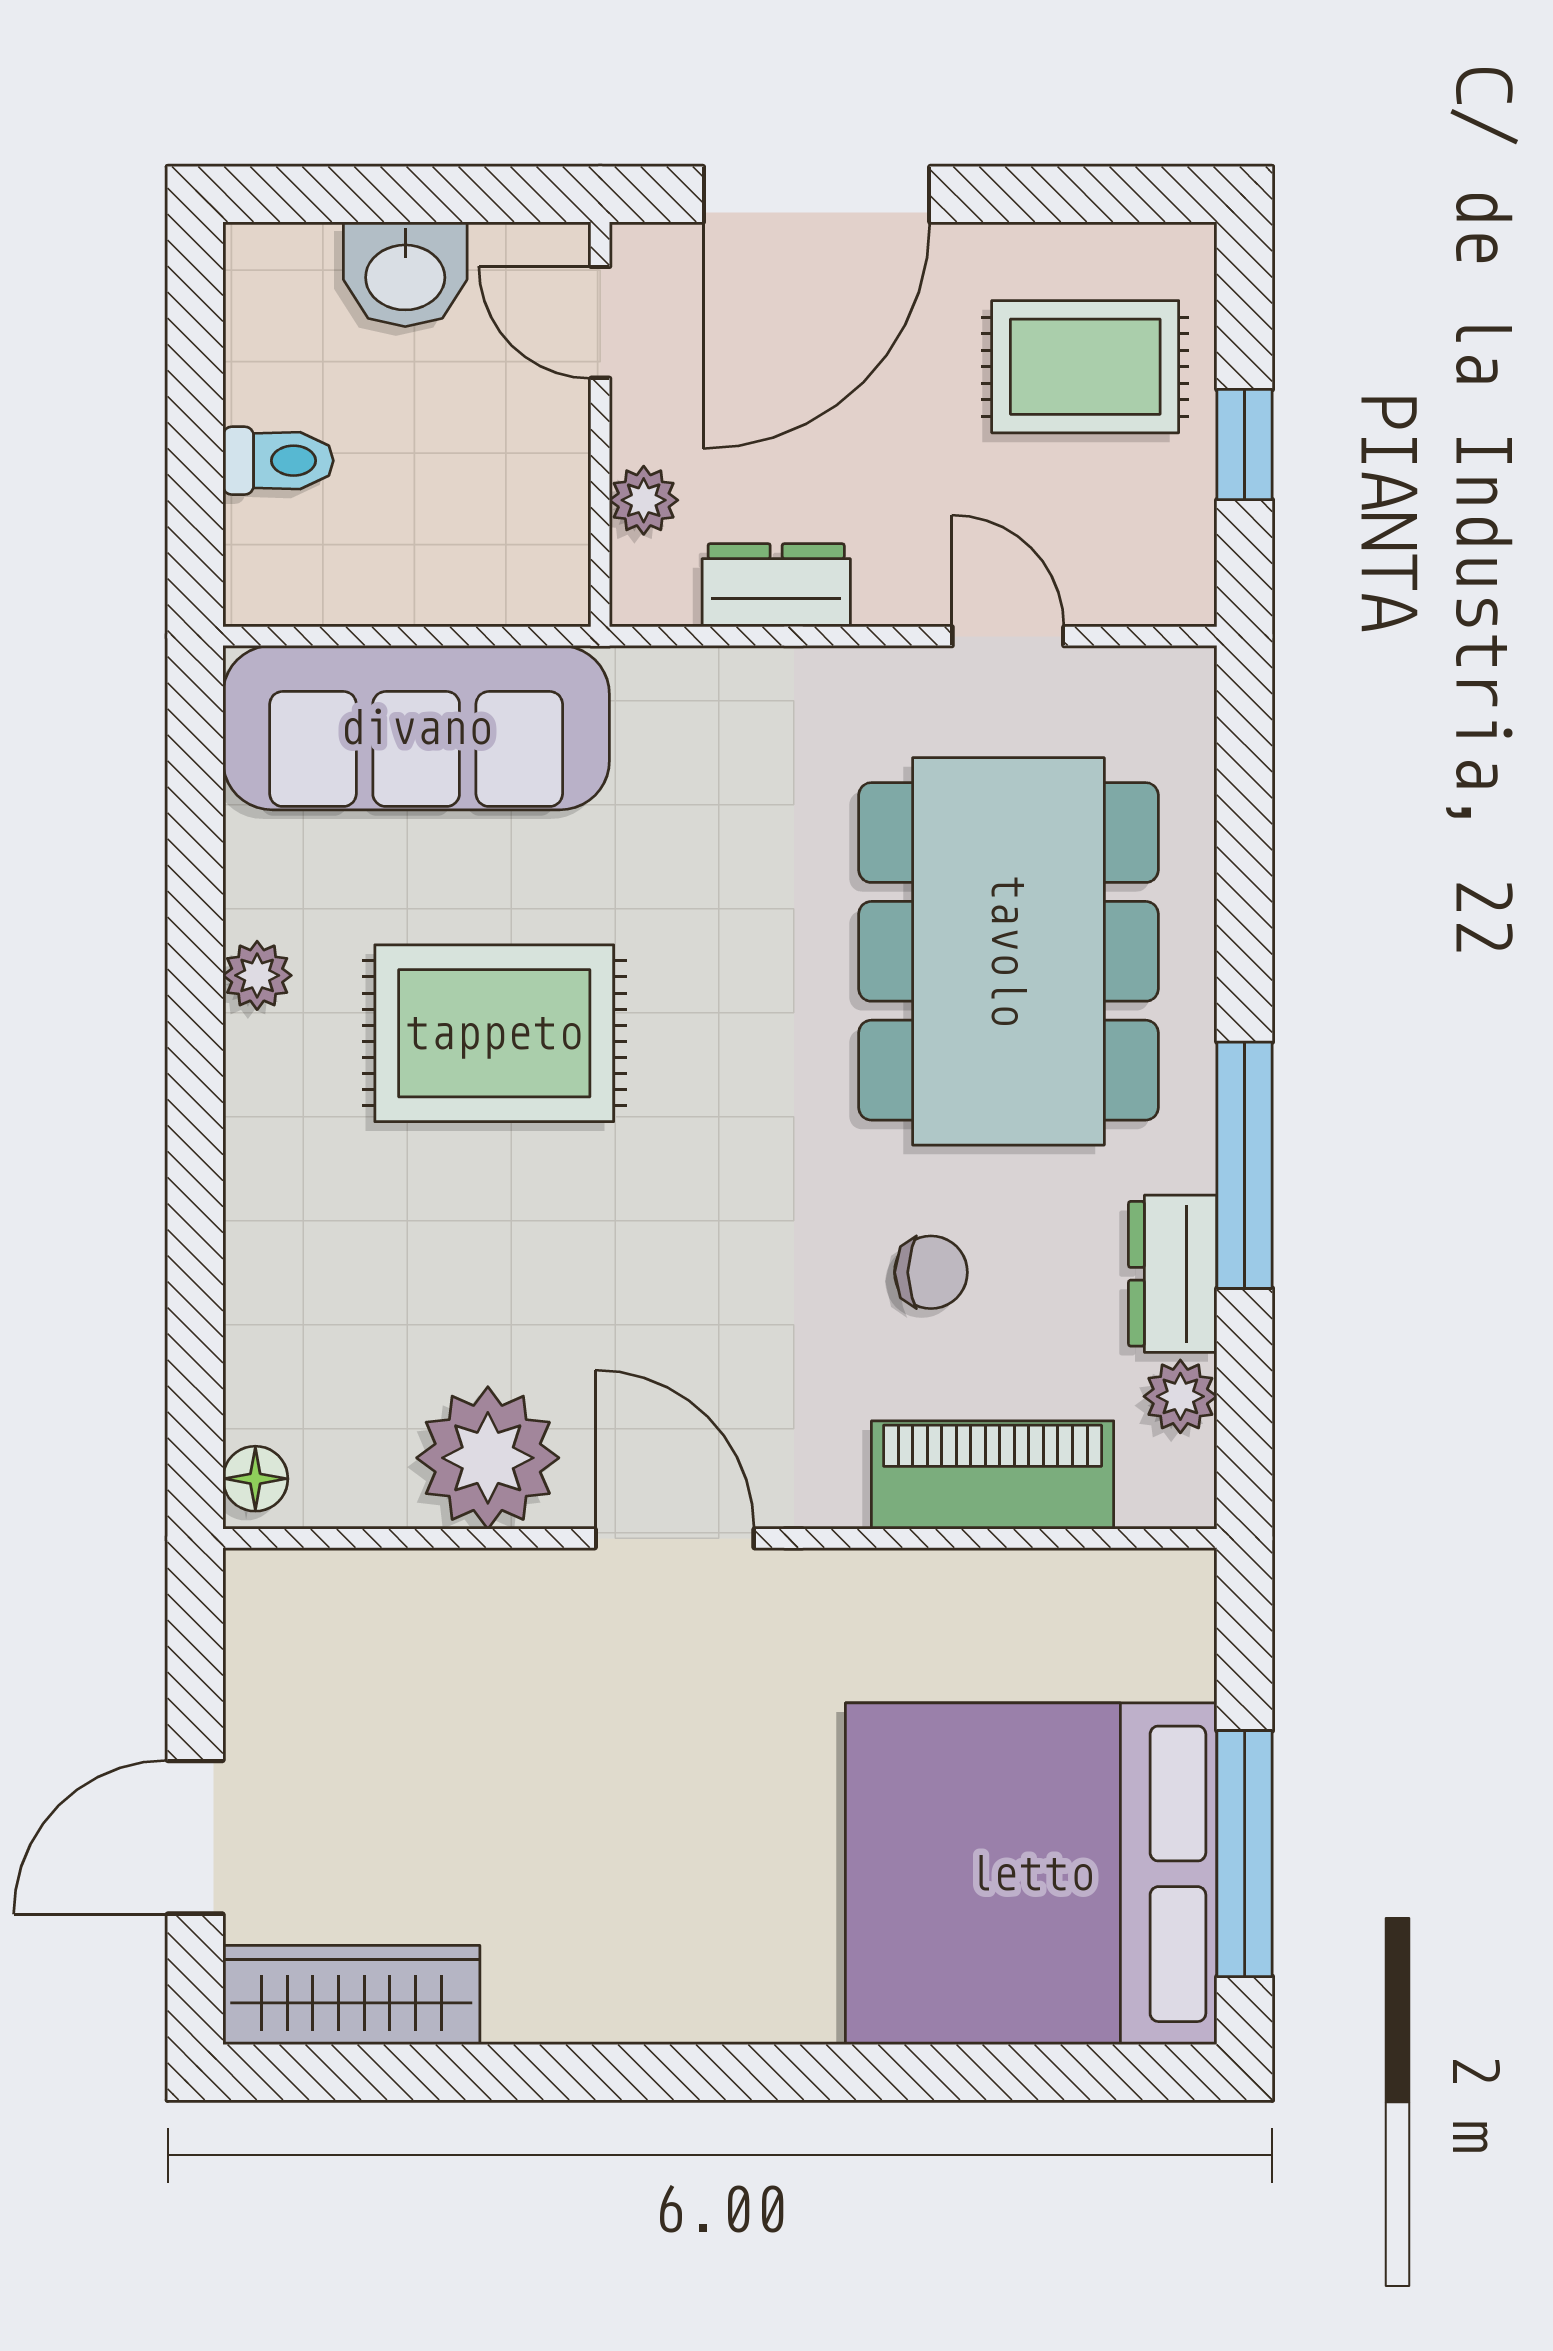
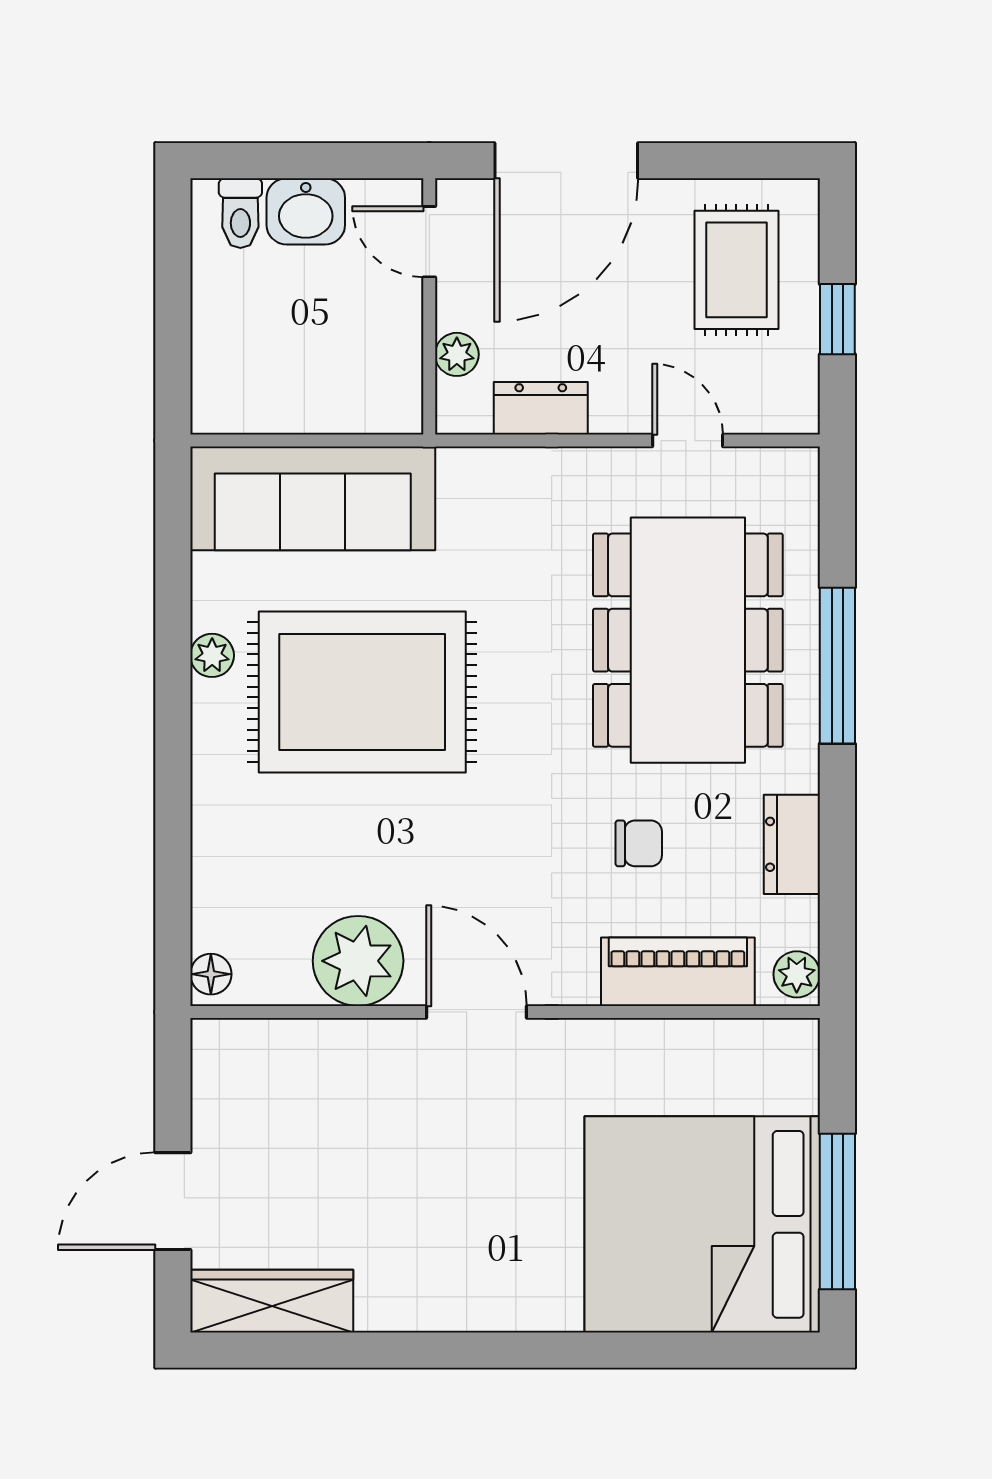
rug: (1085, 367) -> (736, 270), turned 90
toilet: (278, 461) -> (240, 213), moved, turned 90
rug: (494, 1033) -> (362, 692), width x1.37, depth x1.44
window: (1245, 1165) -> (837, 666), moved
plant: (1180, 1396) -> (797, 974), moved

